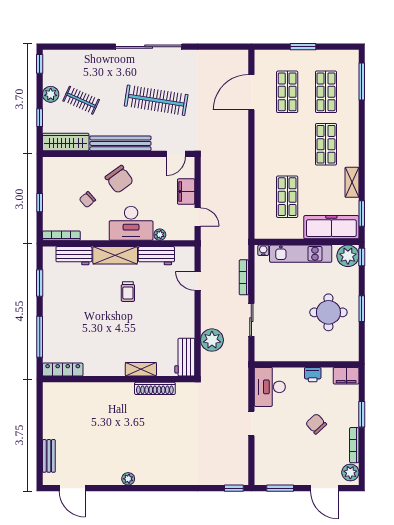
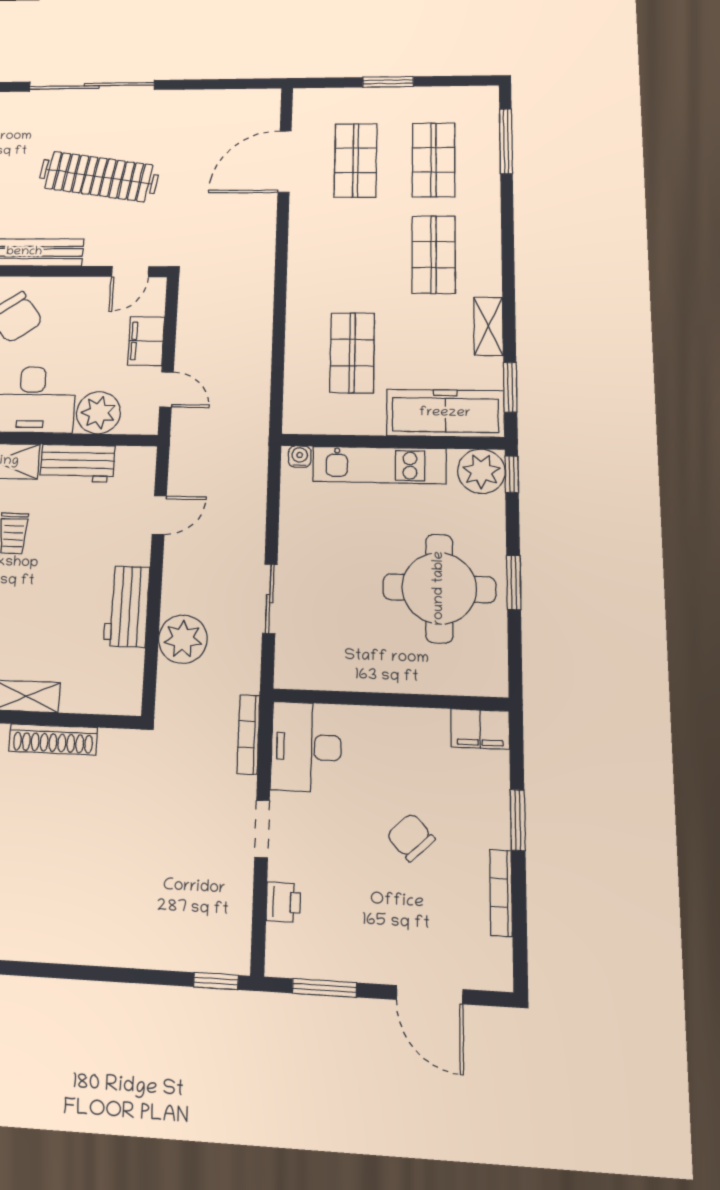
plant: (160, 235) -> (98, 413), width x1.88, depth x1.88
bookcase: (244, 277) -> (249, 734), moved
door: (198, 281) -> (159, 515), swing flipped
round table: (328, 312) -> (439, 588), width x1.36, depth x1.36
workbench: (185, 357) -> (127, 606), moved
printer: (313, 375) -> (283, 902), moved, turned -90
plant: (350, 472) -> (492, 959), removed

